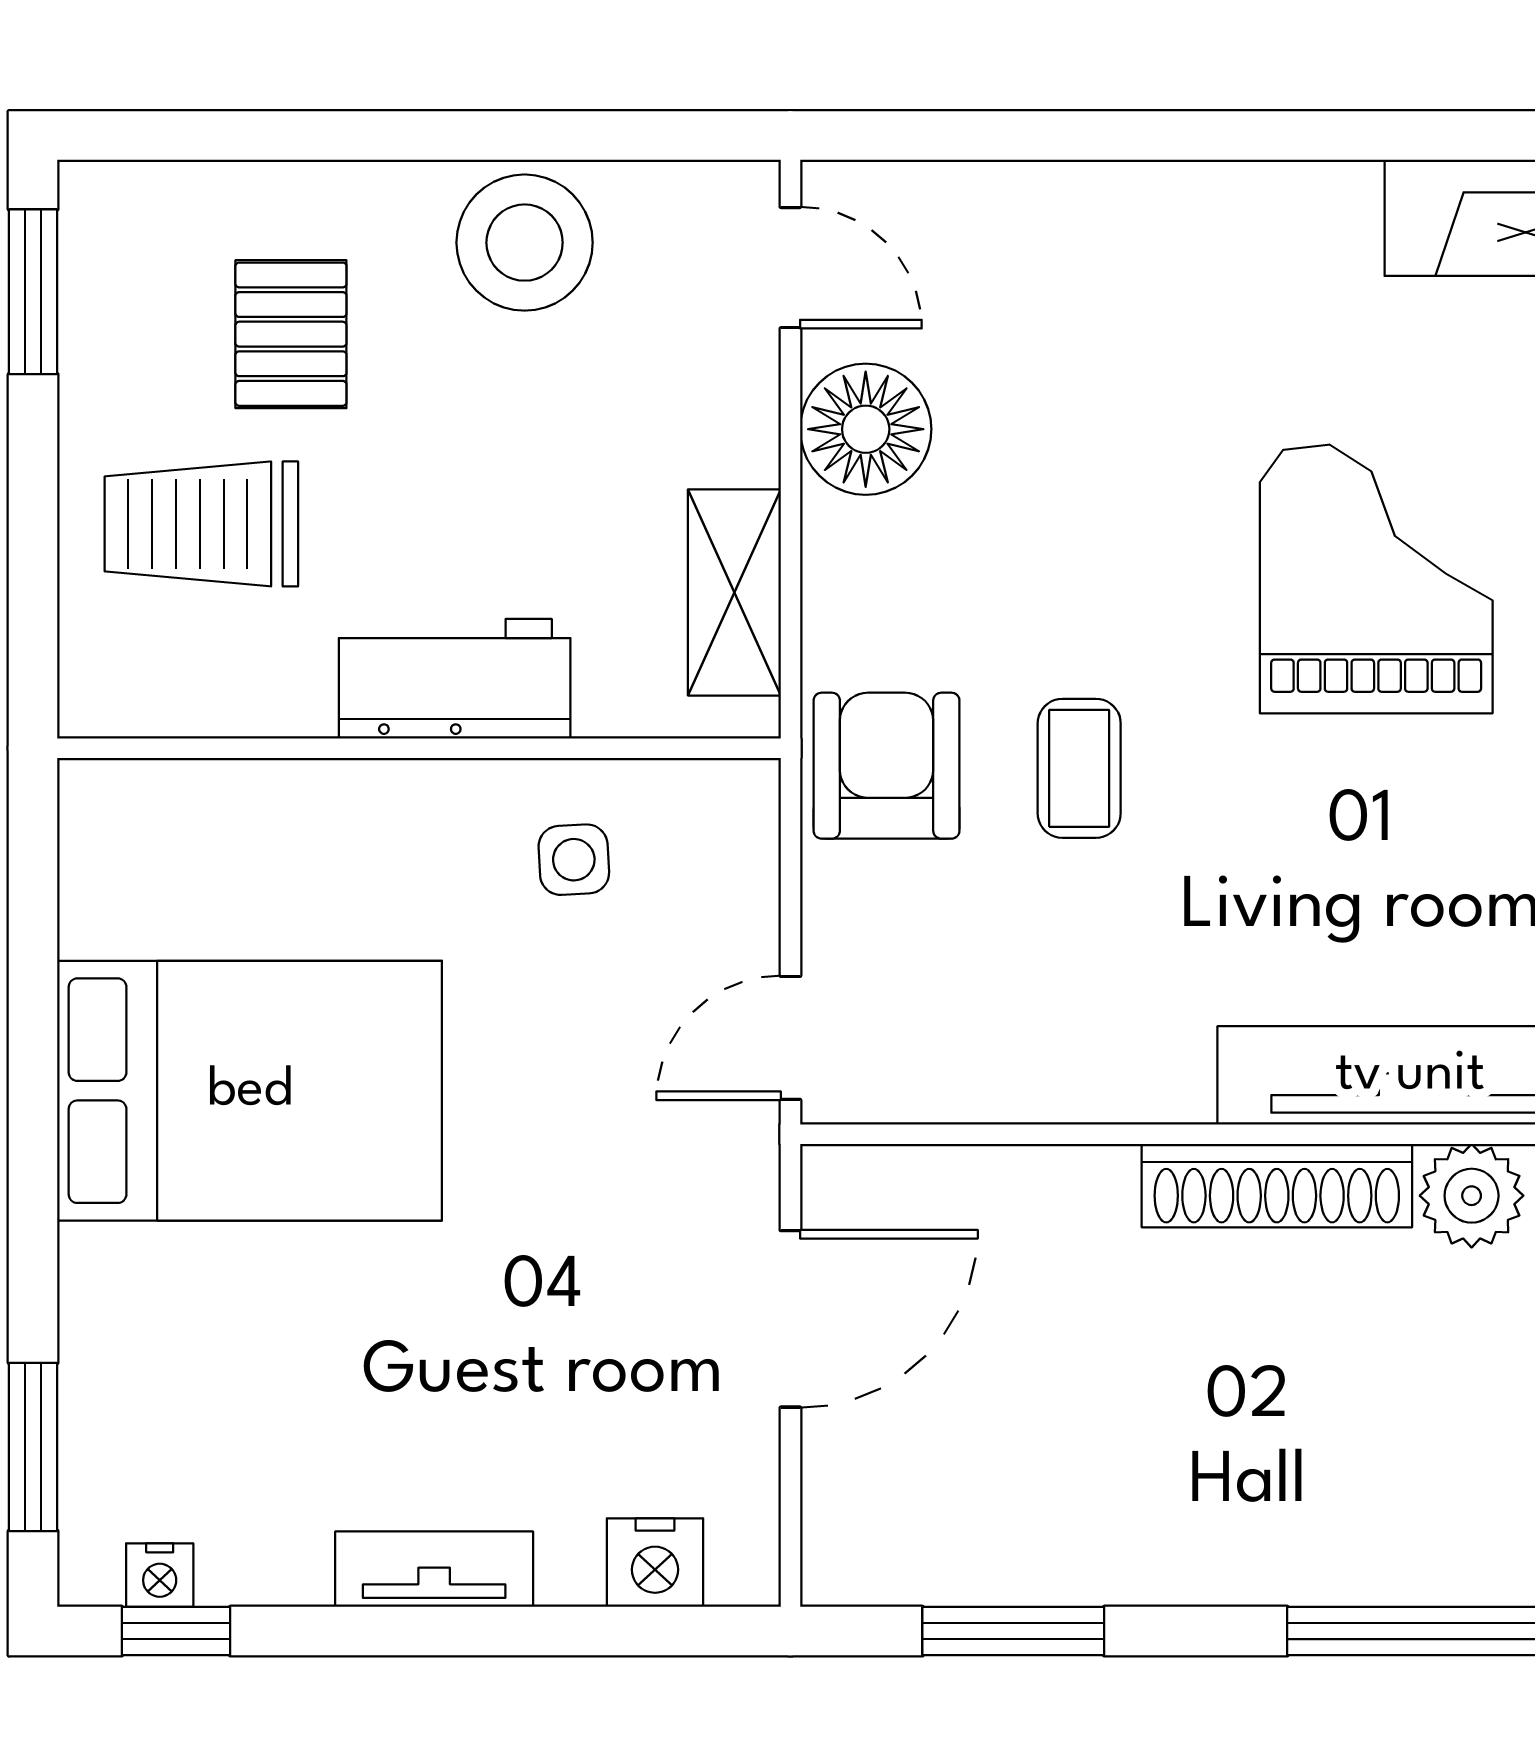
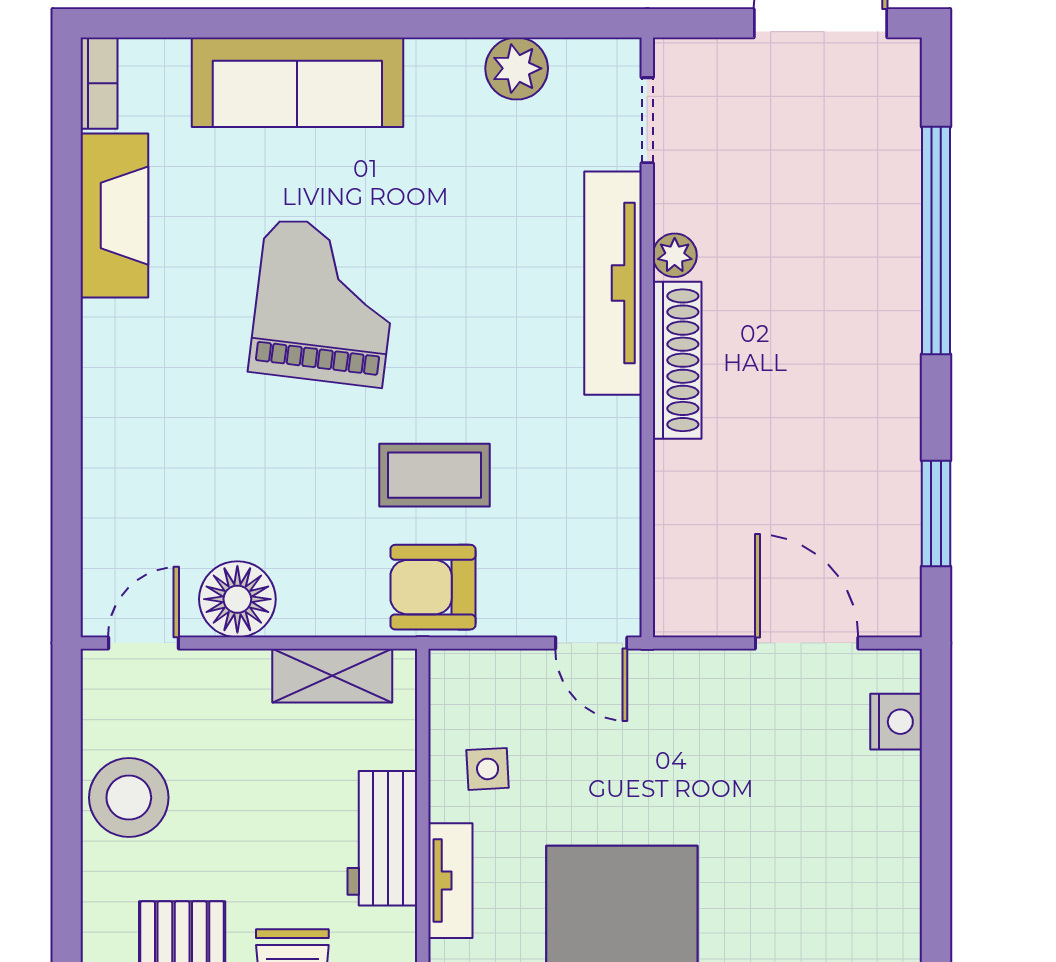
grand piano: (1376, 579) -> (324, 303), turned 97
coffee table: (1079, 768) -> (434, 475), width x1.36, depth x1.30
plant: (1472, 1196) -> (675, 255), width x0.73, depth x0.73
door: (790, 1319) -> (807, 643), moved
tv unit: (434, 1569) -> (450, 881), moved, turned 180

